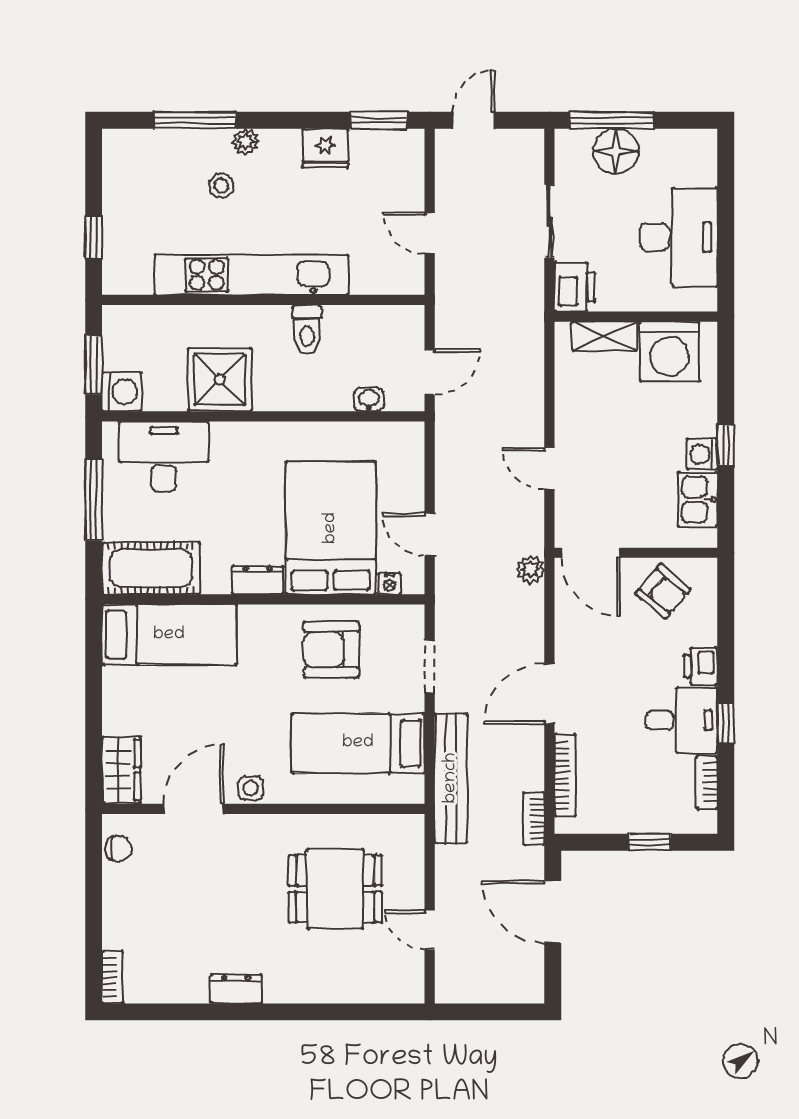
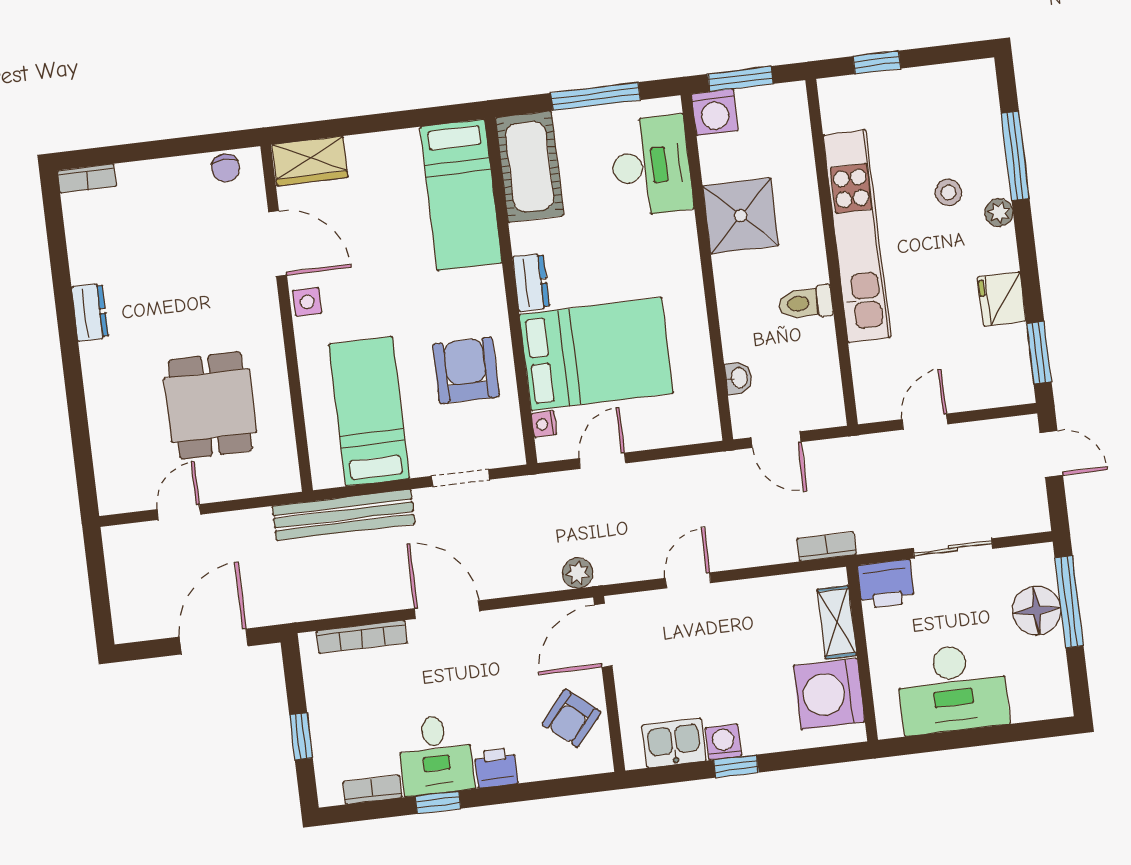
bookcase: (534, 819) -> (827, 547), moved

